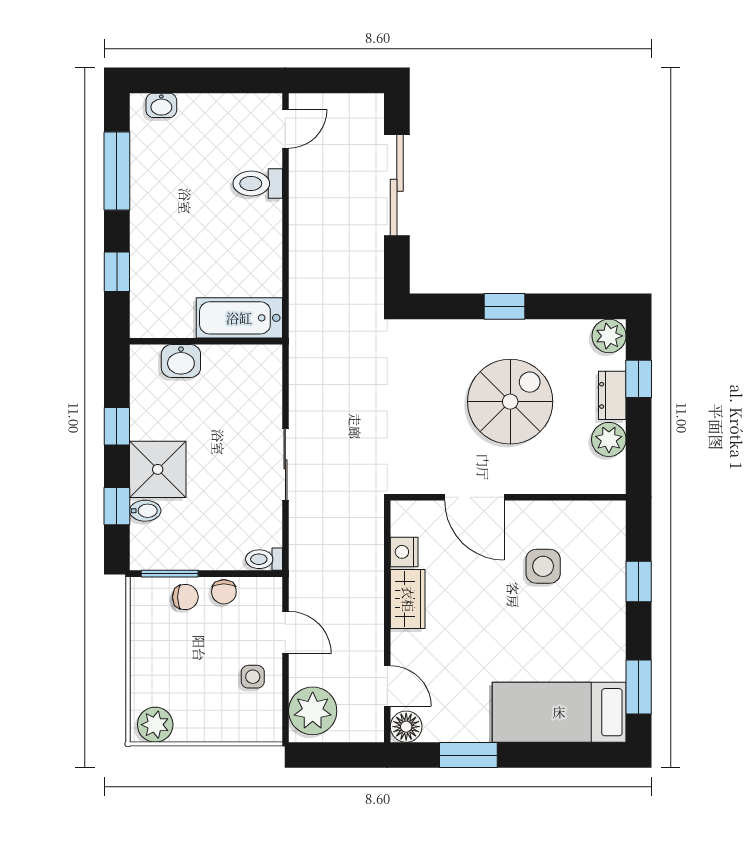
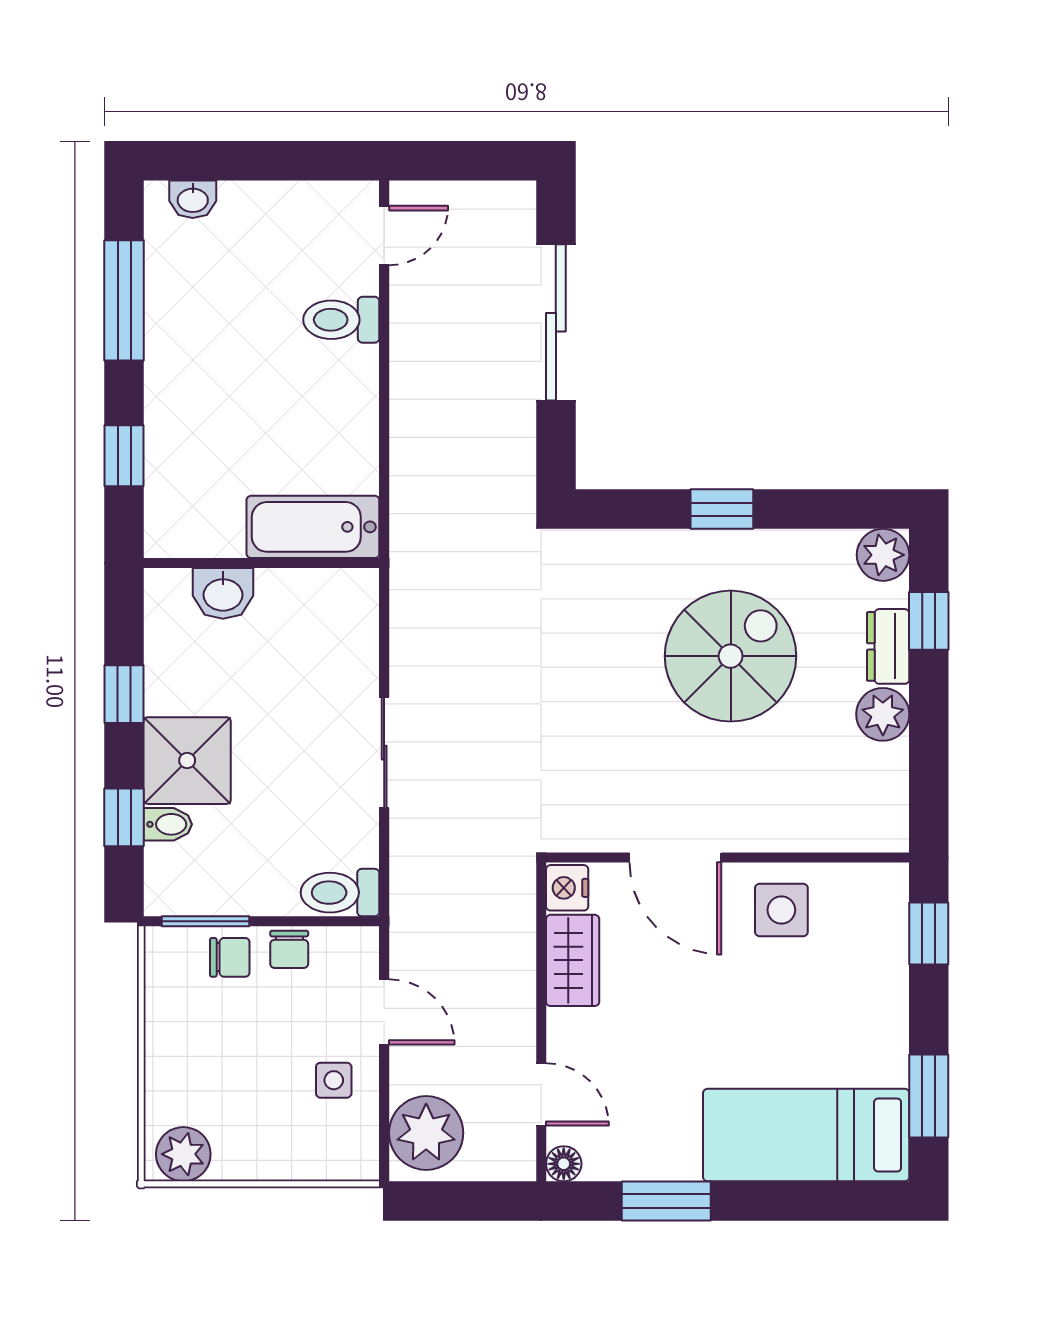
door: (474, 497) -> (675, 857), moved
wall: (508, 497) -> (728, 857), moved
toilet: (264, 559) -> (340, 893), width x1.37, depth x1.39
floor lamp: (406, 727) -> (564, 1164), width x0.73, depth x0.73

